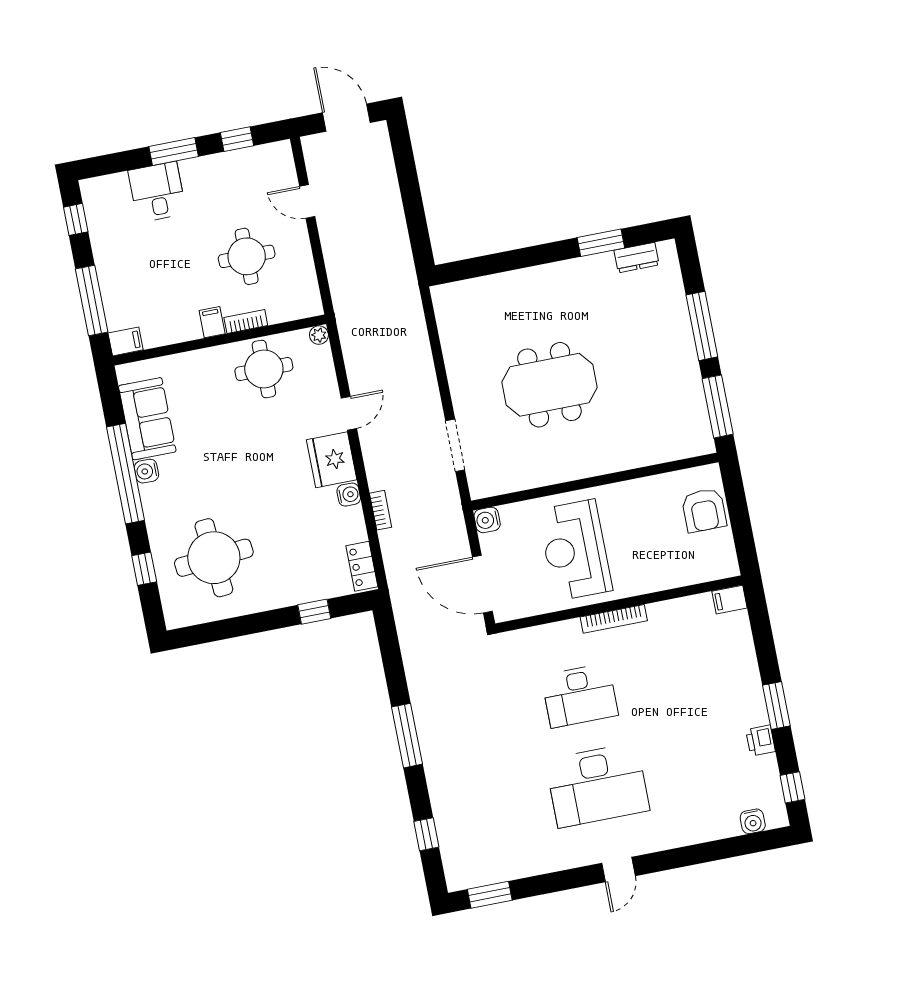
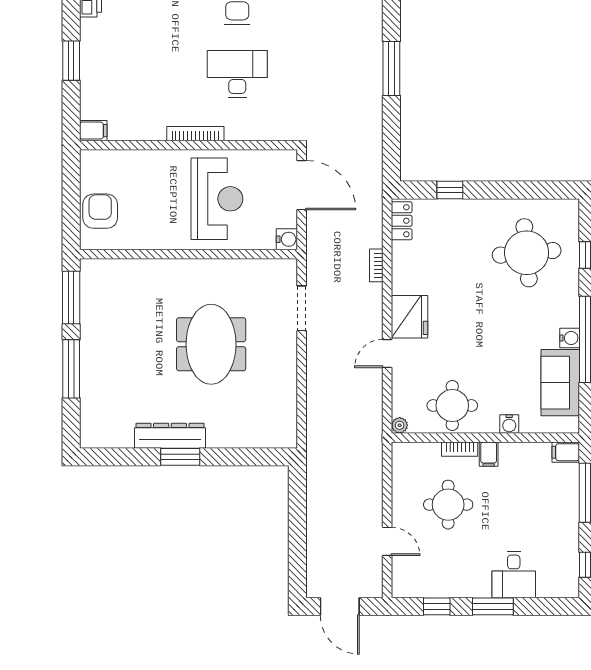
window: (601, 243) -> (180, 457), moved
dresser: (636, 258) -> (170, 436), moved, width x1.96, depth x1.24
meeting table: (549, 385) -> (211, 344), turned 90
water cooler: (349, 495) -> (509, 424), moved, turned -90
window: (776, 706) -> (71, 61), moved

